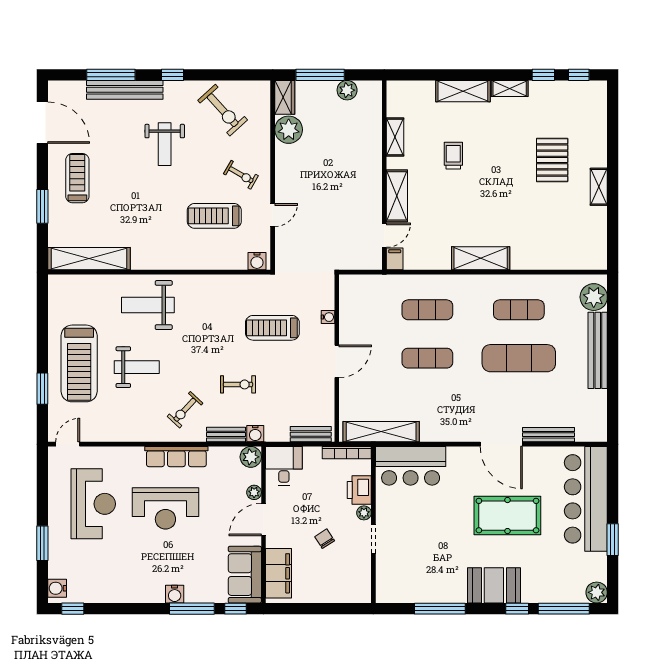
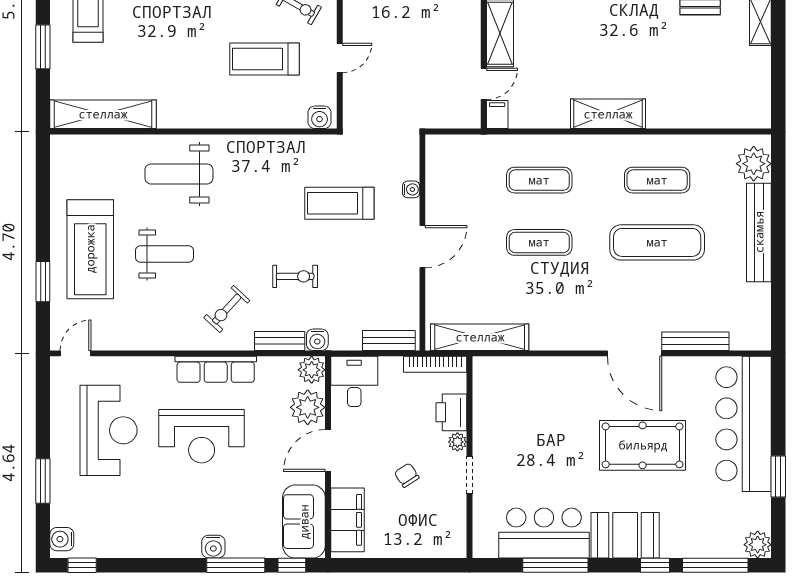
bar counter: (411, 466) -> (544, 533), moved, turned 180
plant: (254, 492) -> (308, 407), width x1.87, depth x1.87

